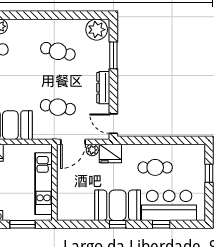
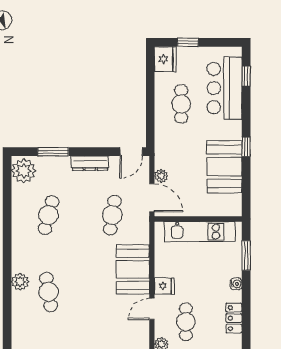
fridge: (110, 153) -> (165, 59), moved
booth: (118, 205) -> (224, 167), moved
window: (161, 224) -> (246, 76), moved

